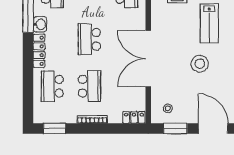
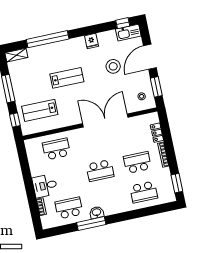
locker: (39, 51) -> (118, 209), removed
double door: (148, 59) -> (105, 120), swing flipped
stool: (200, 64) -> (113, 66), moved
locker: (134, 117) -> (157, 133), moved

